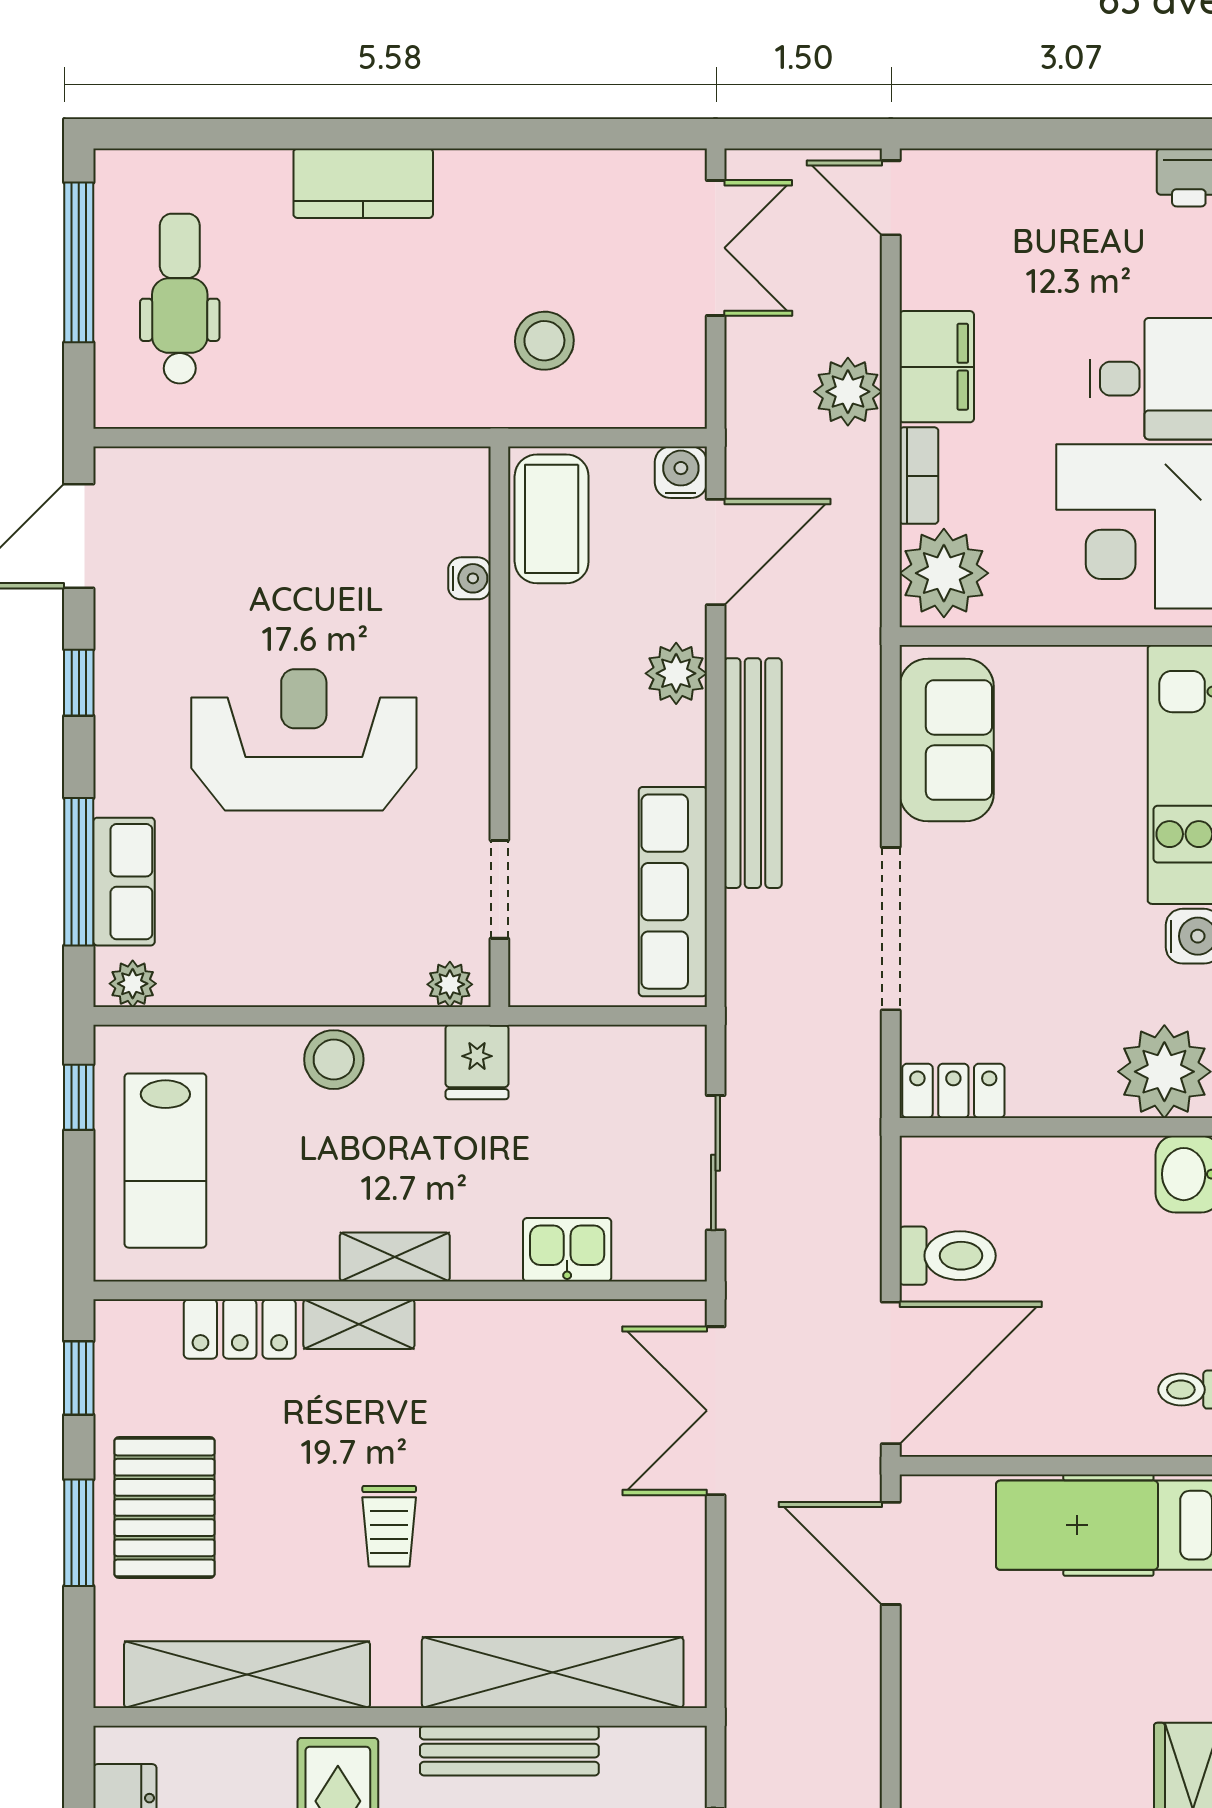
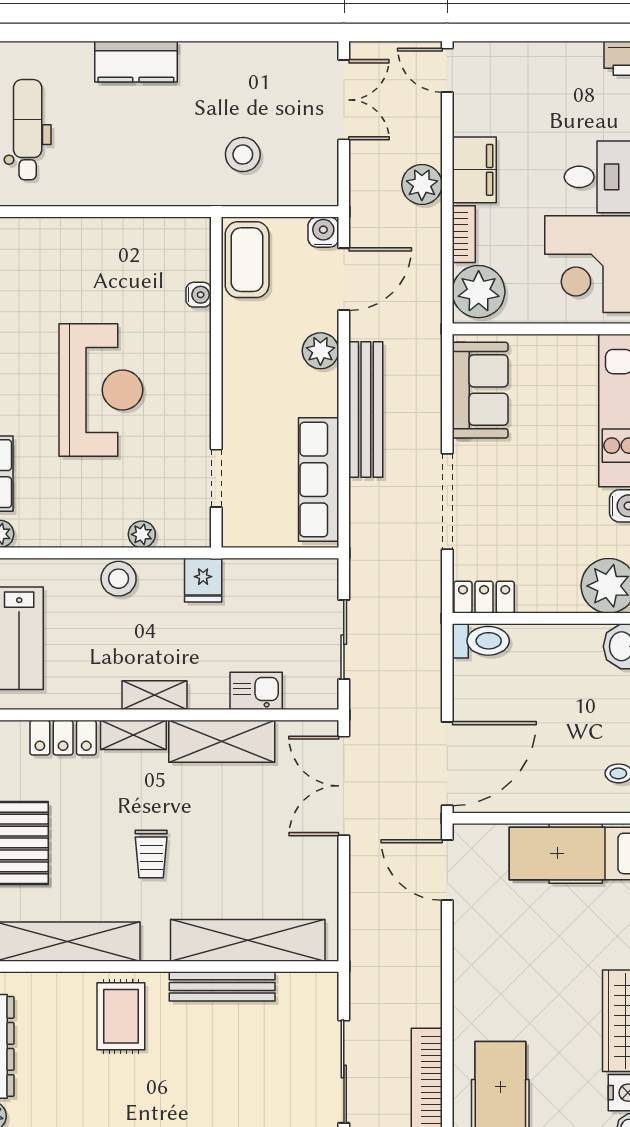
reception desk: (304, 740) -> (101, 390), turned 90
plant: (450, 984) -> (142, 534), moved
toilet: (948, 1256) -> (481, 641), moved
shelving: (509, 1335) -> (222, 741), added

